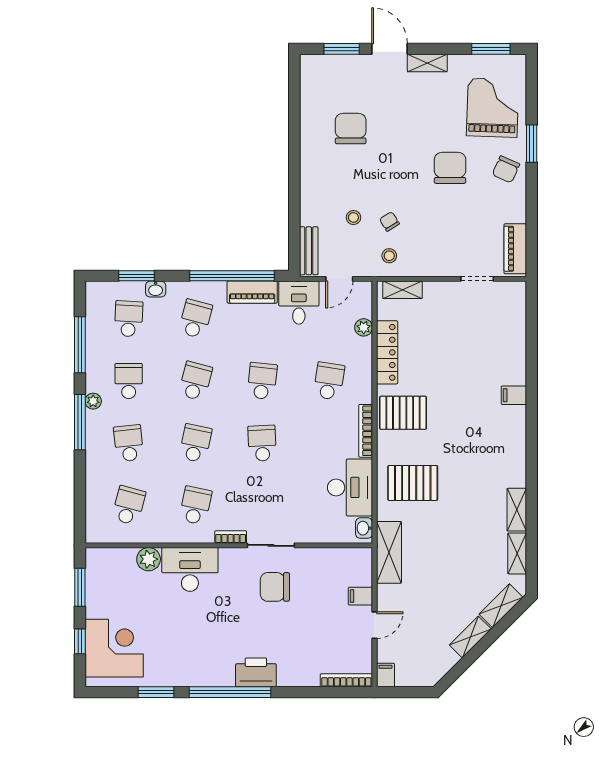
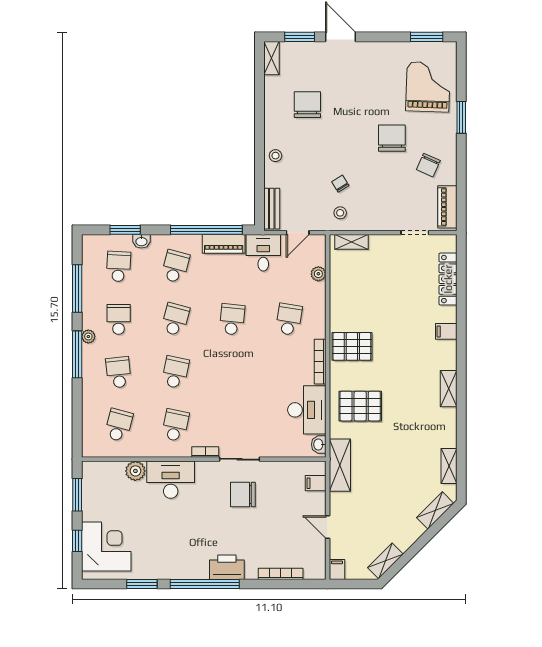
shelving: (427, 63) -> (271, 58), moved, turned 90
chair: (506, 169) -> (428, 165), moved
stool: (353, 217) -> (275, 156), moved
locker: (387, 352) -> (448, 279), moved, turned 180
school desk: (262, 443) -> (232, 372), removed
shelving: (517, 510) -> (449, 389), moved
filing cabinet: (360, 596) -> (316, 483), moved
door: (374, 625) -> (328, 527), swing flipped
shelving: (470, 637) -> (385, 561), moved
bookcase: (346, 680) -> (281, 574), moved

